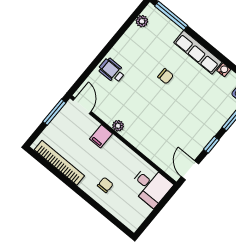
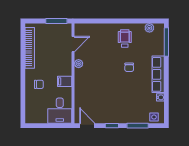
wheelchair: (112, 70) -> (125, 38), moved
door: (82, 106) -> (73, 44), moved
filing cabinet: (101, 136) -> (65, 81), moved
door: (190, 170) -> (87, 126), hinge flipped

